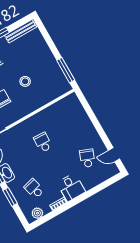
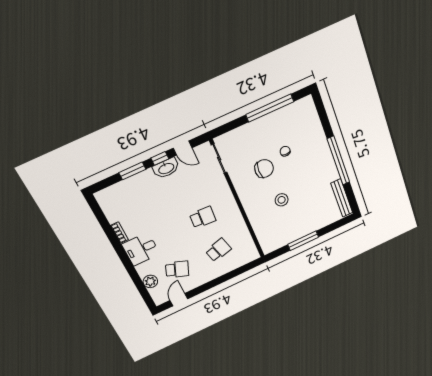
window: (66, 70) -> (303, 241), moved
school desk: (34, 189) -> (218, 250), moved
plant: (37, 213) -> (150, 281), moved

